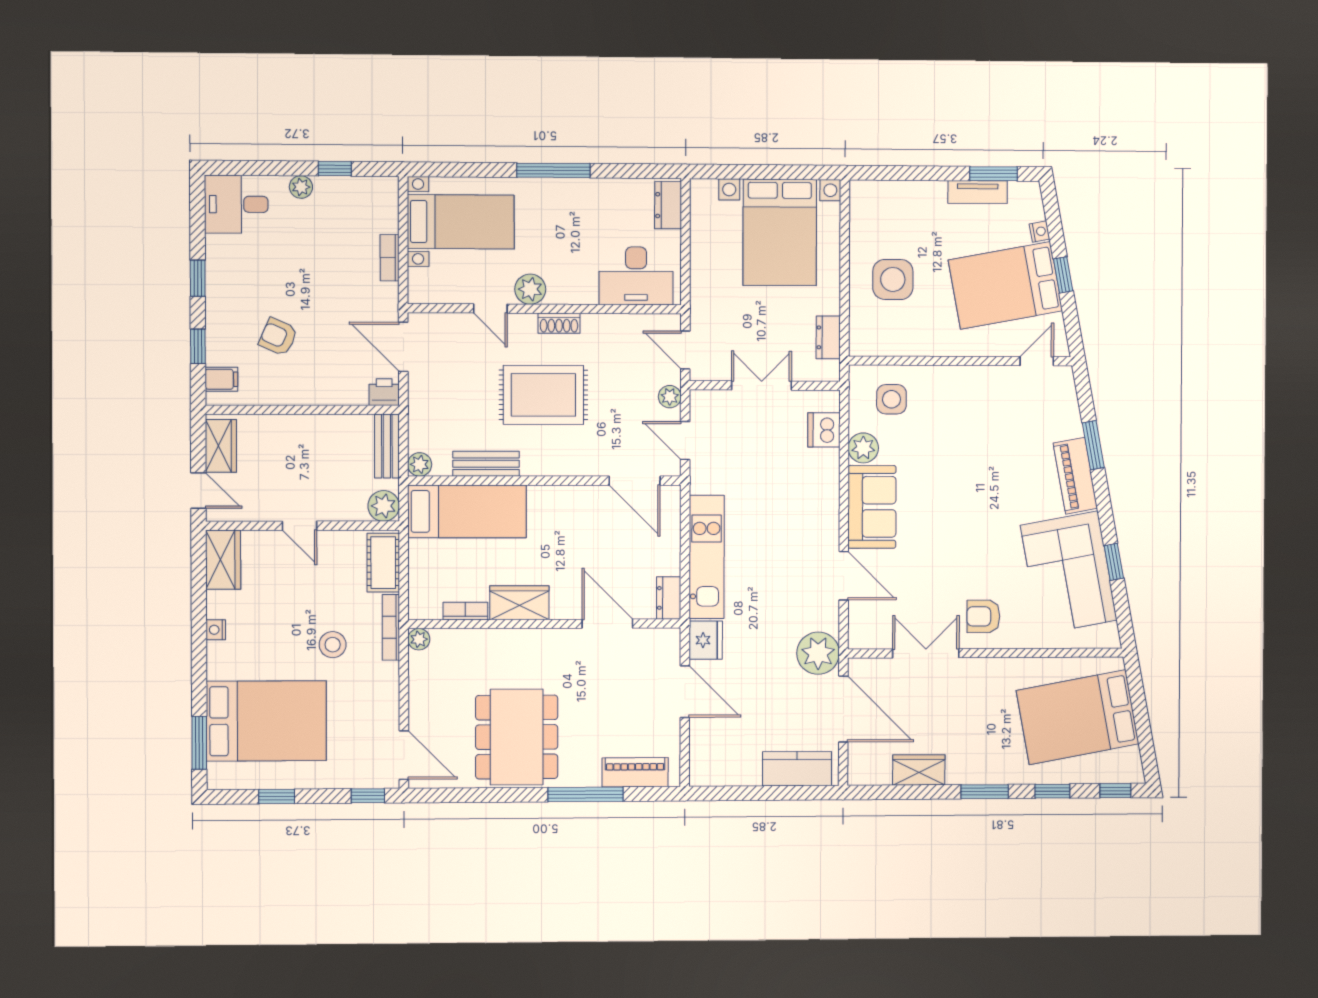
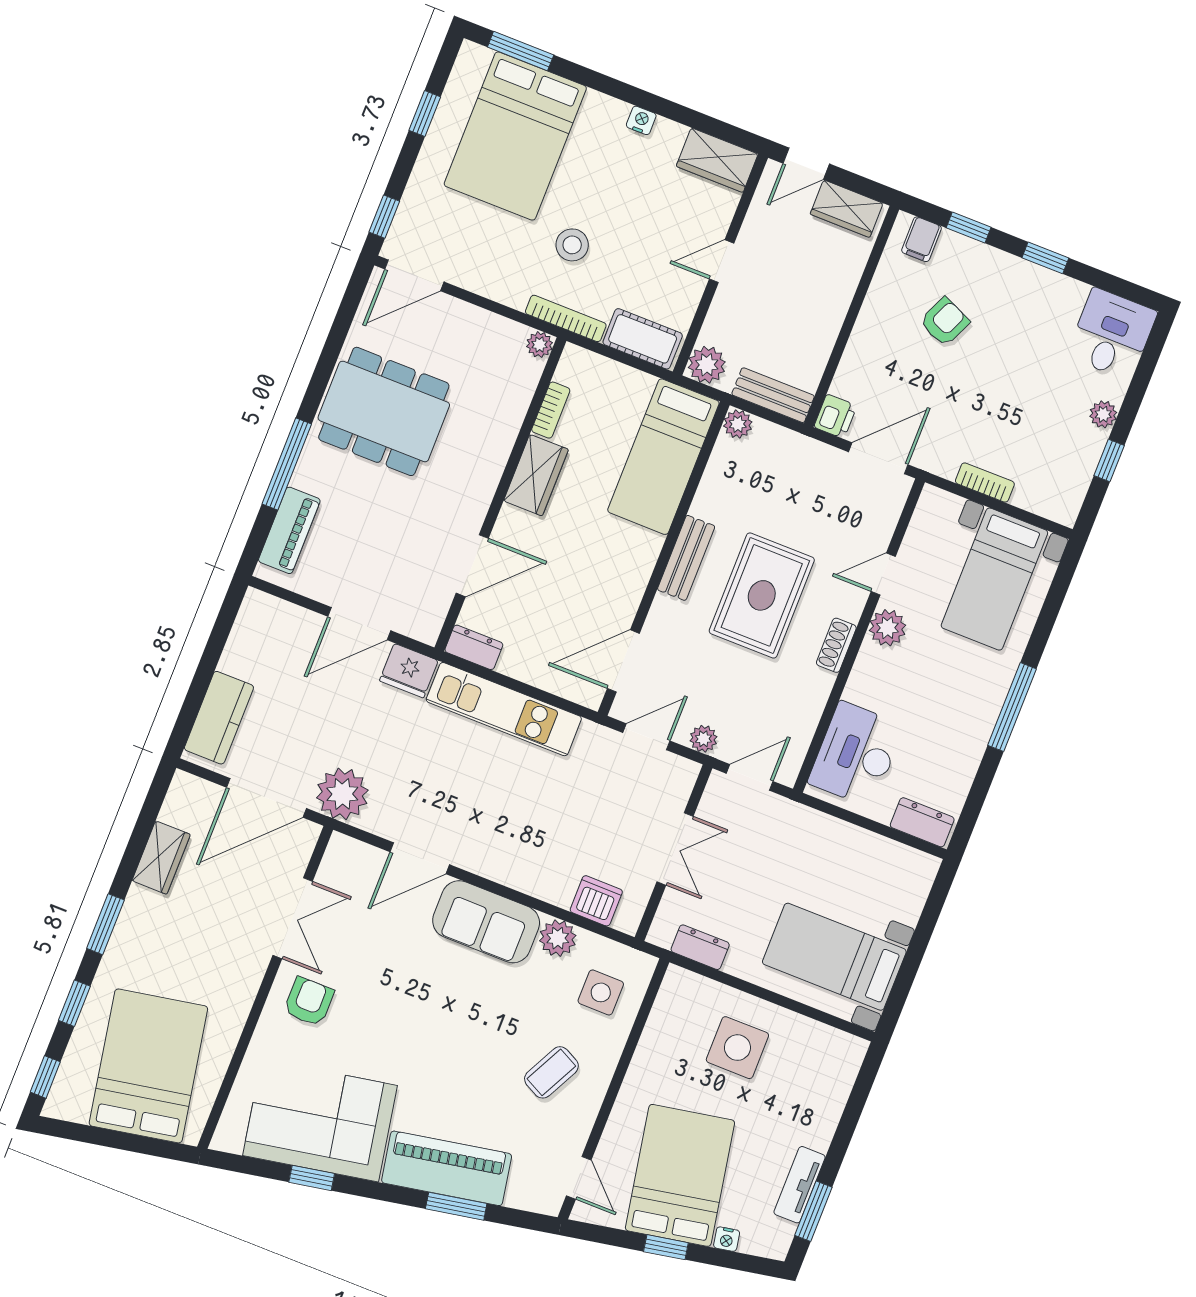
bed with nightstands: (780, 232) -> (834, 957), width x0.73
coffee table: (966, 413) -> (551, 1072), added
bench: (486, 464) -> (686, 558), moved
piano: (1075, 476) -> (447, 1168), width x1.37, depth x1.33

